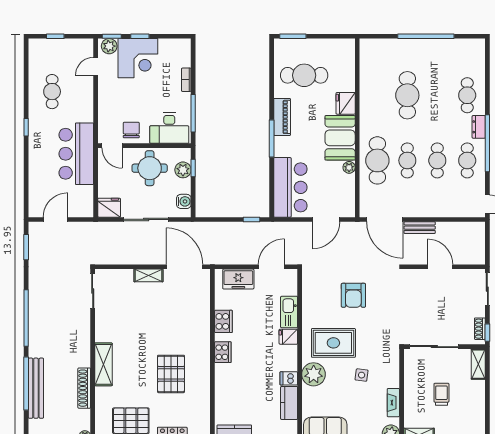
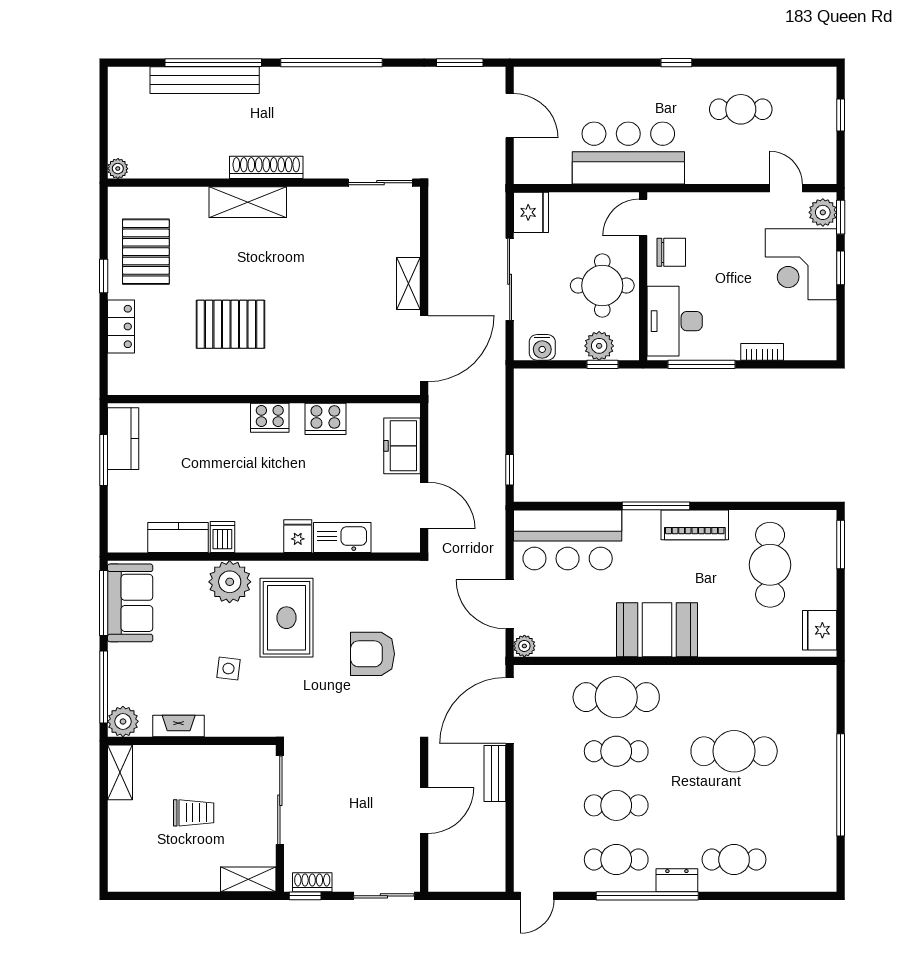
fridge: (346, 103) -> (820, 630), moved, turned -90
plant: (349, 167) -> (524, 646), moved
shoe rack: (84, 388) -> (266, 167), moved

